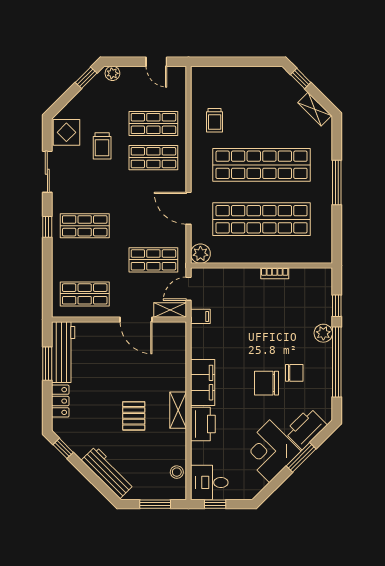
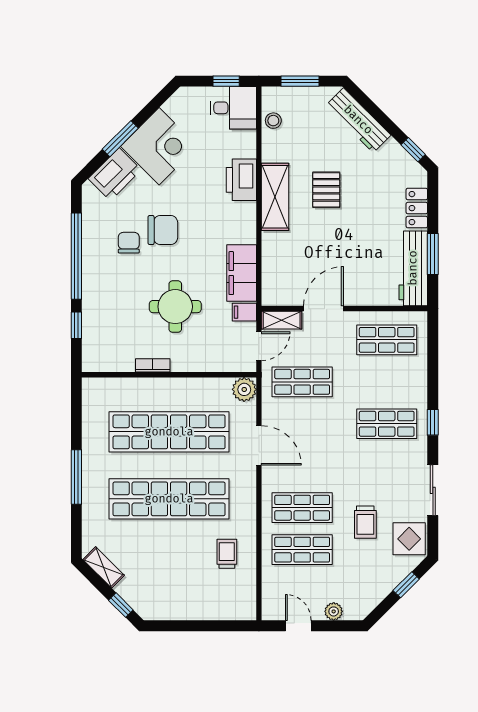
plant: (112, 73) -> (334, 611), moved
window: (86, 78) -> (406, 585), moved
trolley: (102, 146) -> (365, 522), turned 180
door: (136, 319) -> (323, 309), hinge flipped
round table: (256, 321) -> (175, 307), added
plant: (323, 333) -> (93, 292), removed
chair: (294, 373) -> (129, 243), turned 90
filing cabinet: (203, 383) -> (242, 273), moved
shelving: (178, 410) -> (275, 197), width x1.50, depth x1.33

